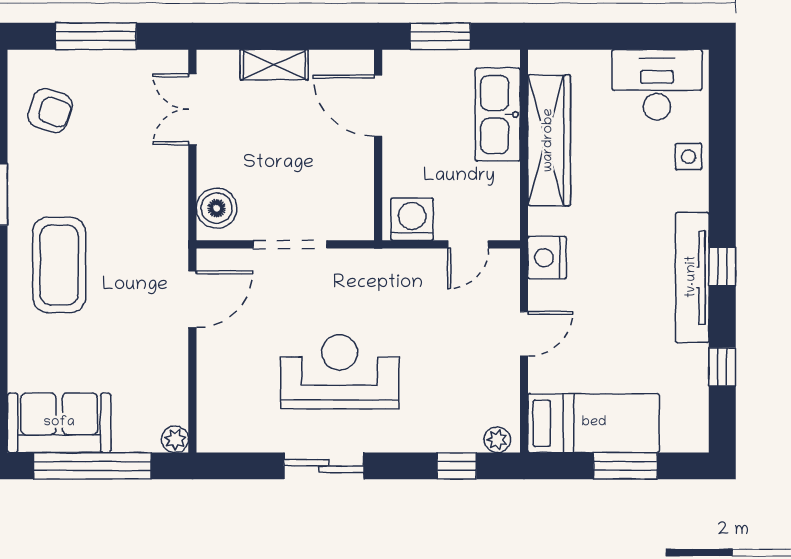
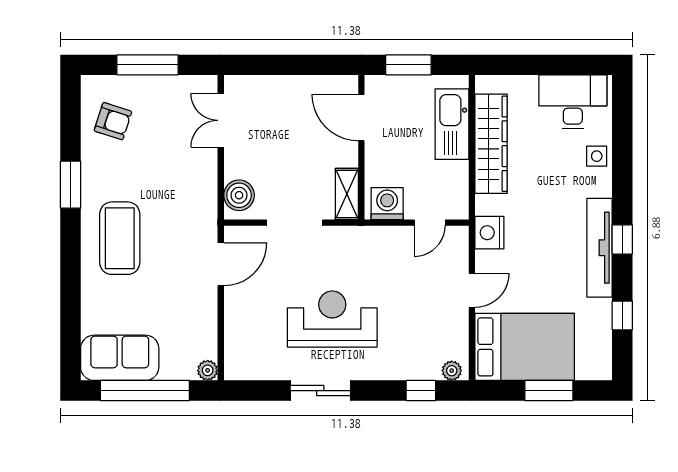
shelving: (274, 65) -> (347, 194), moved, turned 90
bed: (594, 423) -> (525, 347), width x1.50

